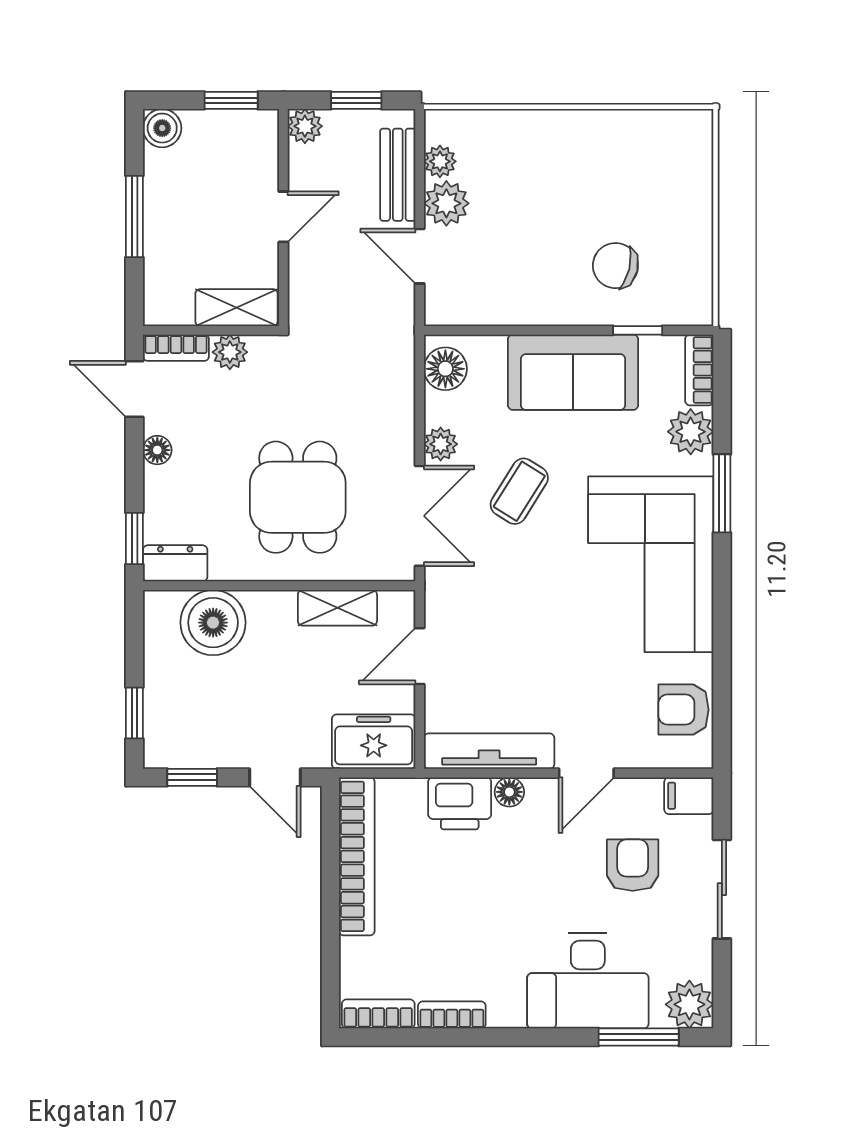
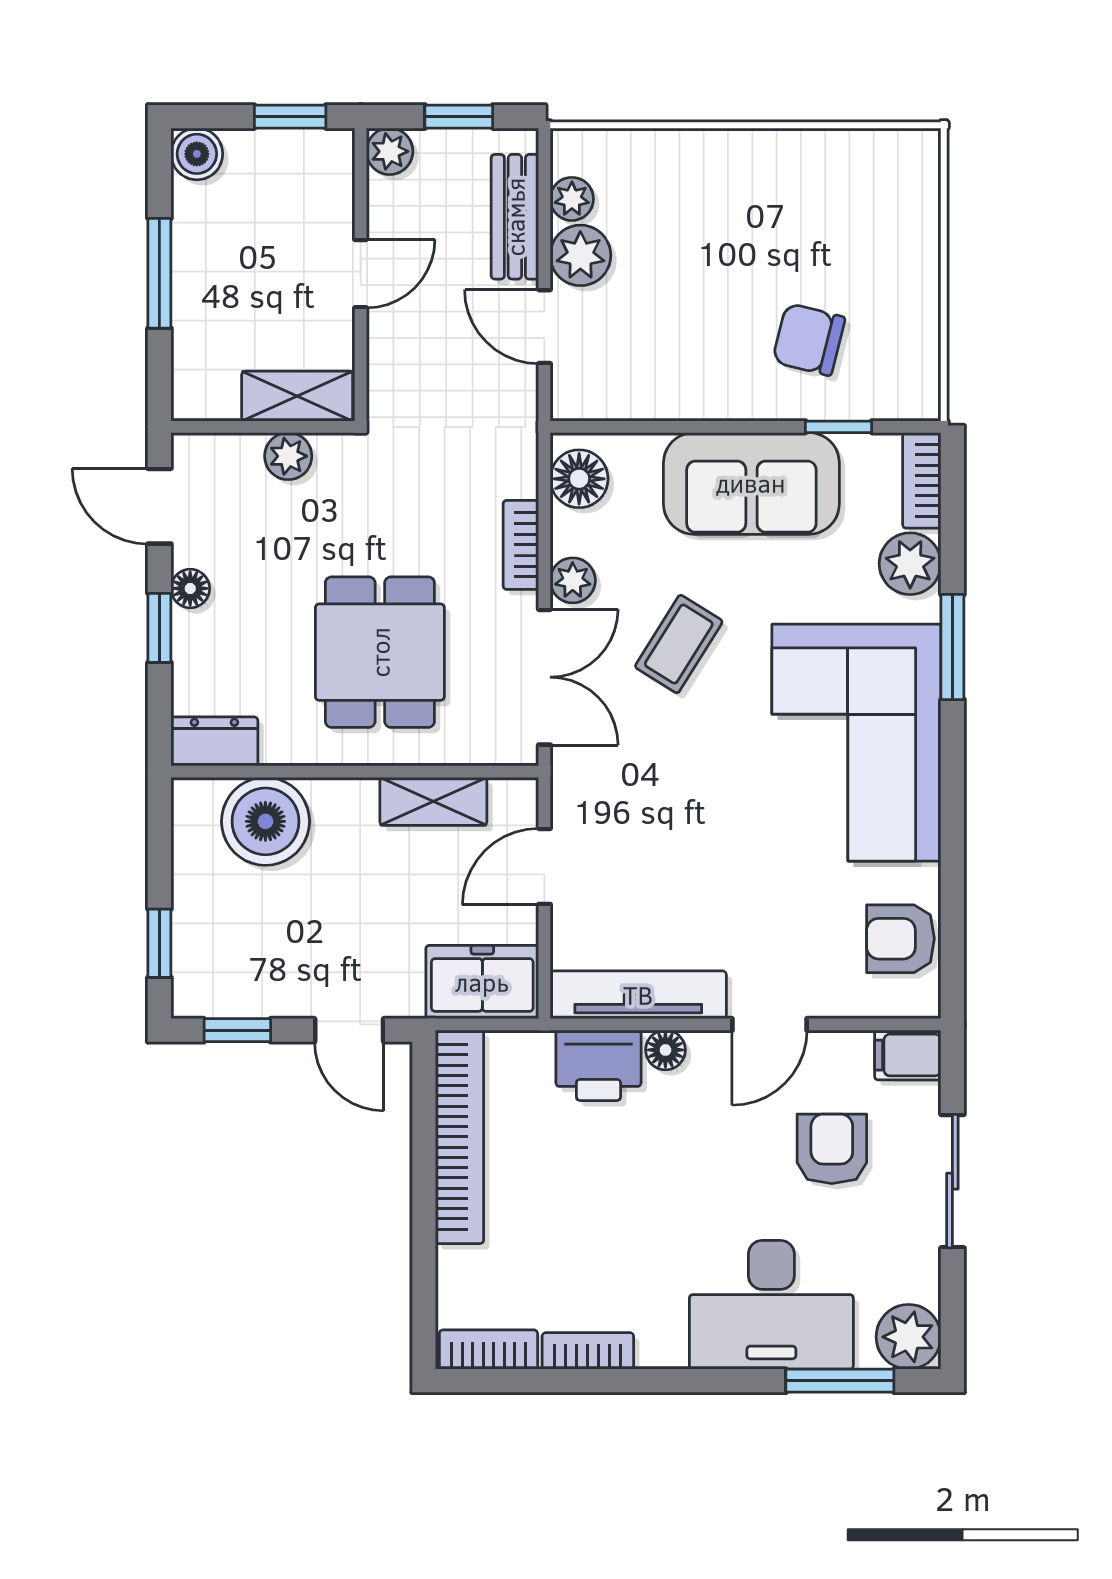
bookcase: (176, 348) -> (521, 545), moved, turned 90
window: (134, 538) -> (159, 628), moved

